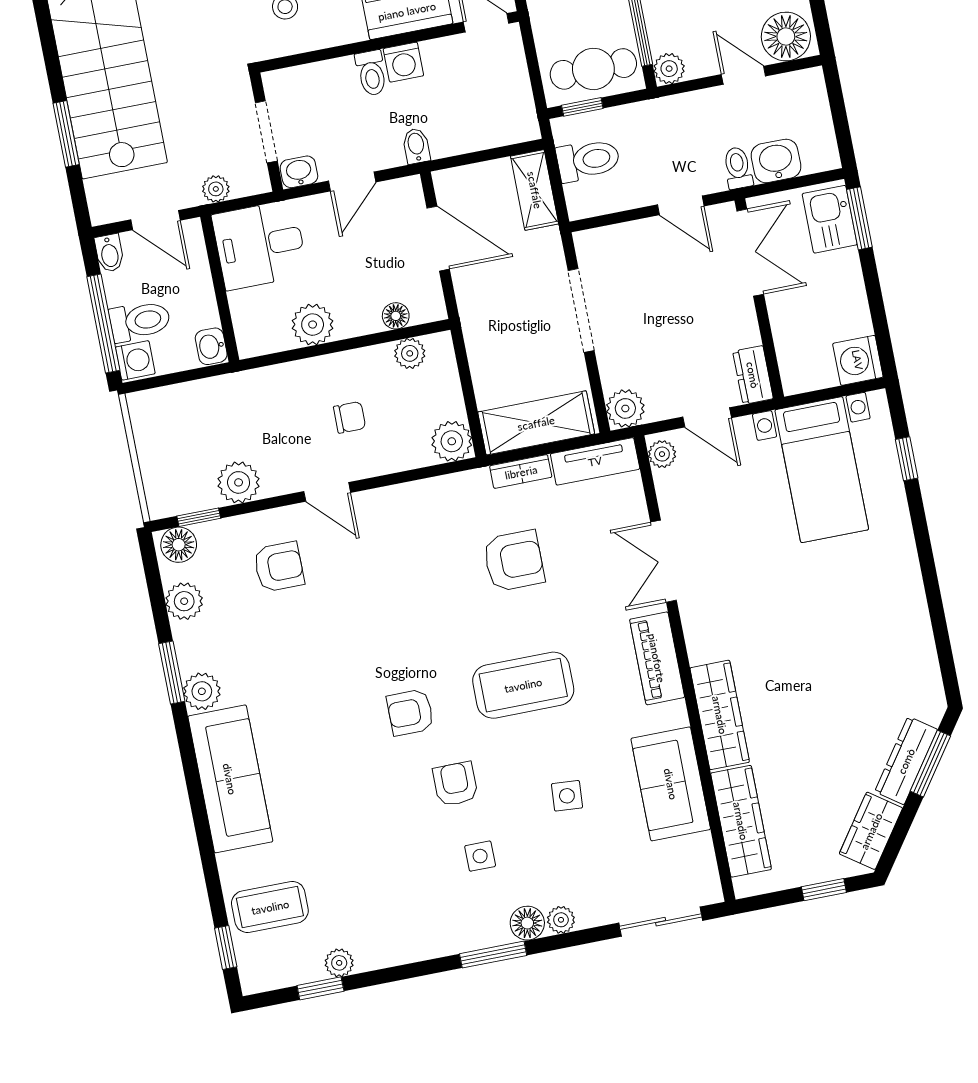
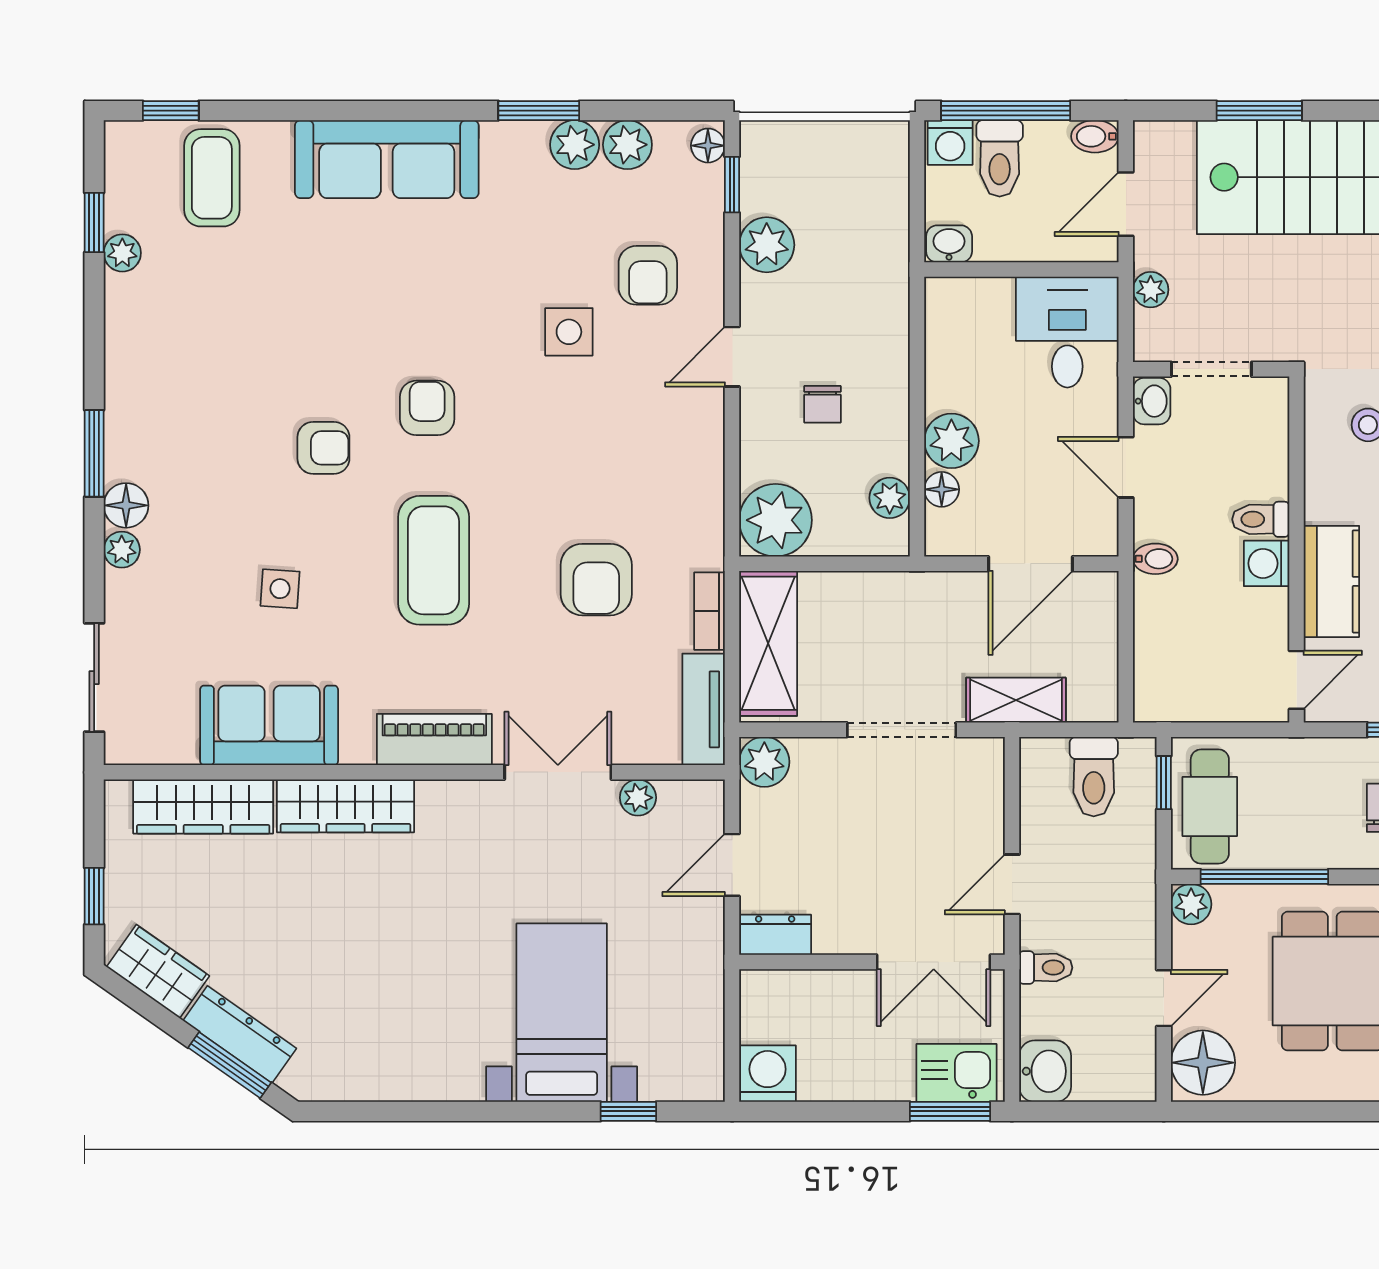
washbasin: (776, 161) -> (1045, 1071), moved
shelving: (535, 190) -> (1016, 700), moved
plant: (313, 325) -> (951, 441), moved
plant: (452, 441) -> (776, 520), width x1.36, depth x1.36
plant: (662, 454) -> (638, 798), moved
bed with nightstands: (822, 470) -> (562, 1013), moved, turned 90
floor lamp: (179, 545) -> (708, 146), width x0.73, depth x0.73
plant: (202, 691) -> (575, 145), moved
side table: (480, 856) -> (569, 332), moved, width x1.37, depth x1.37

